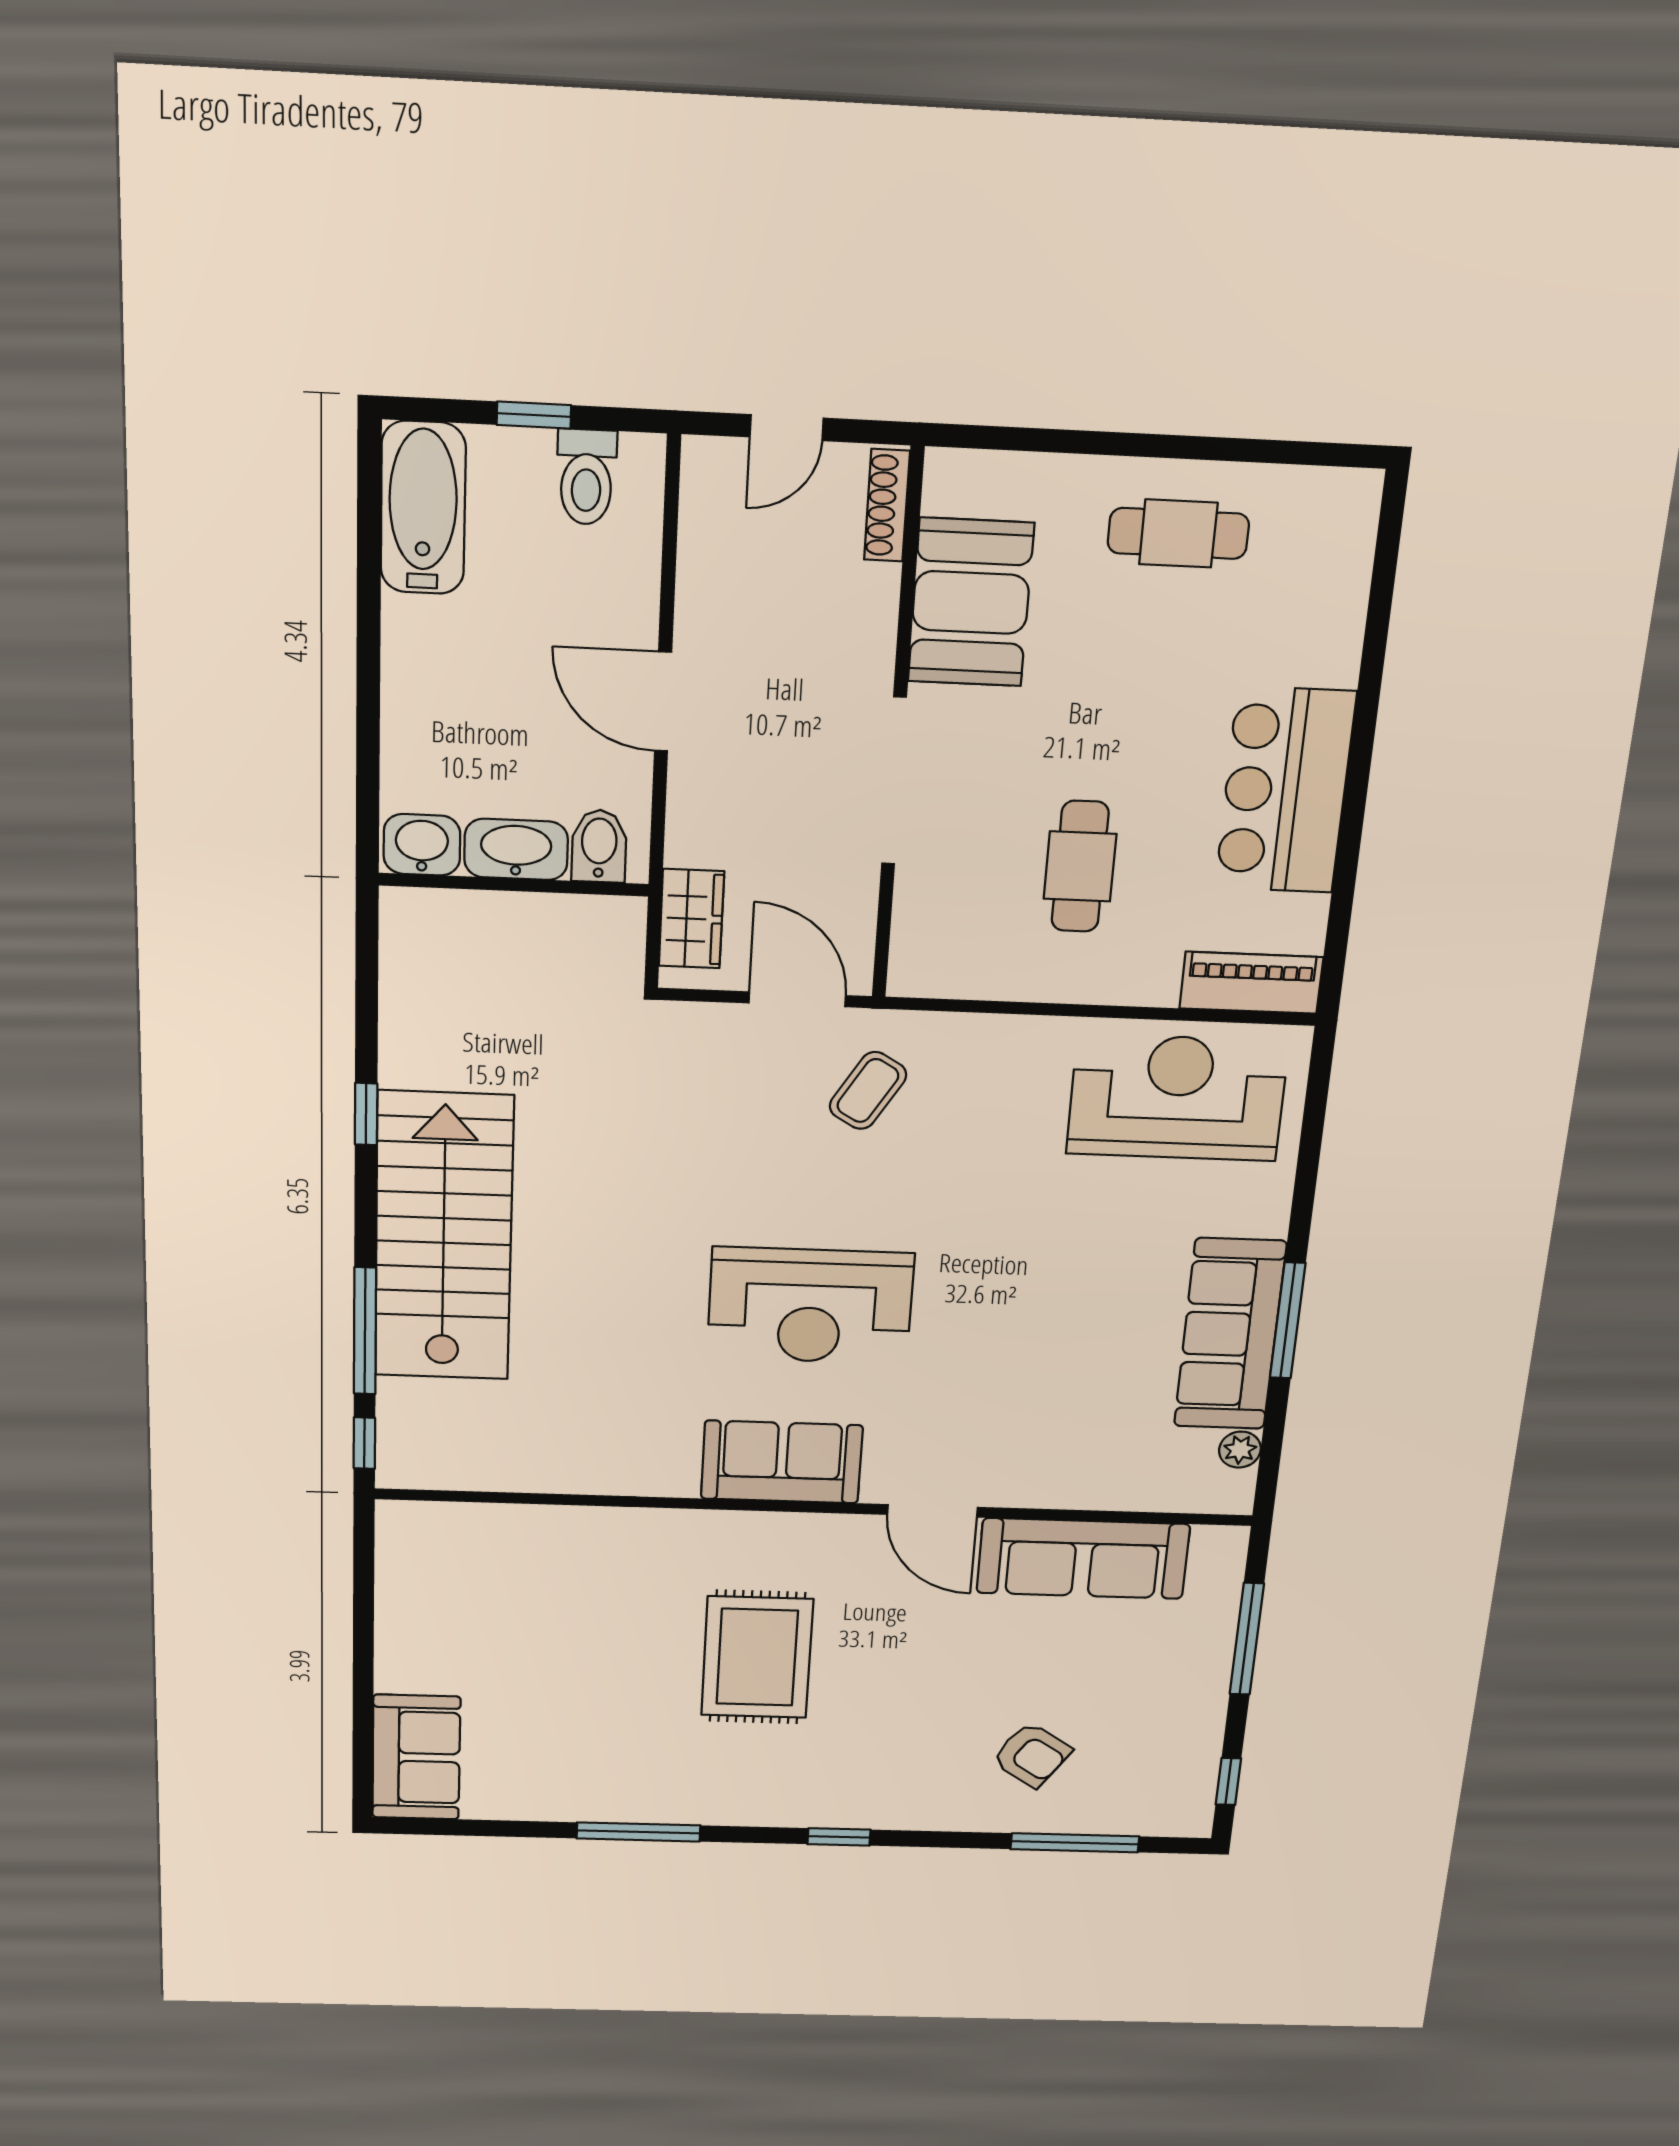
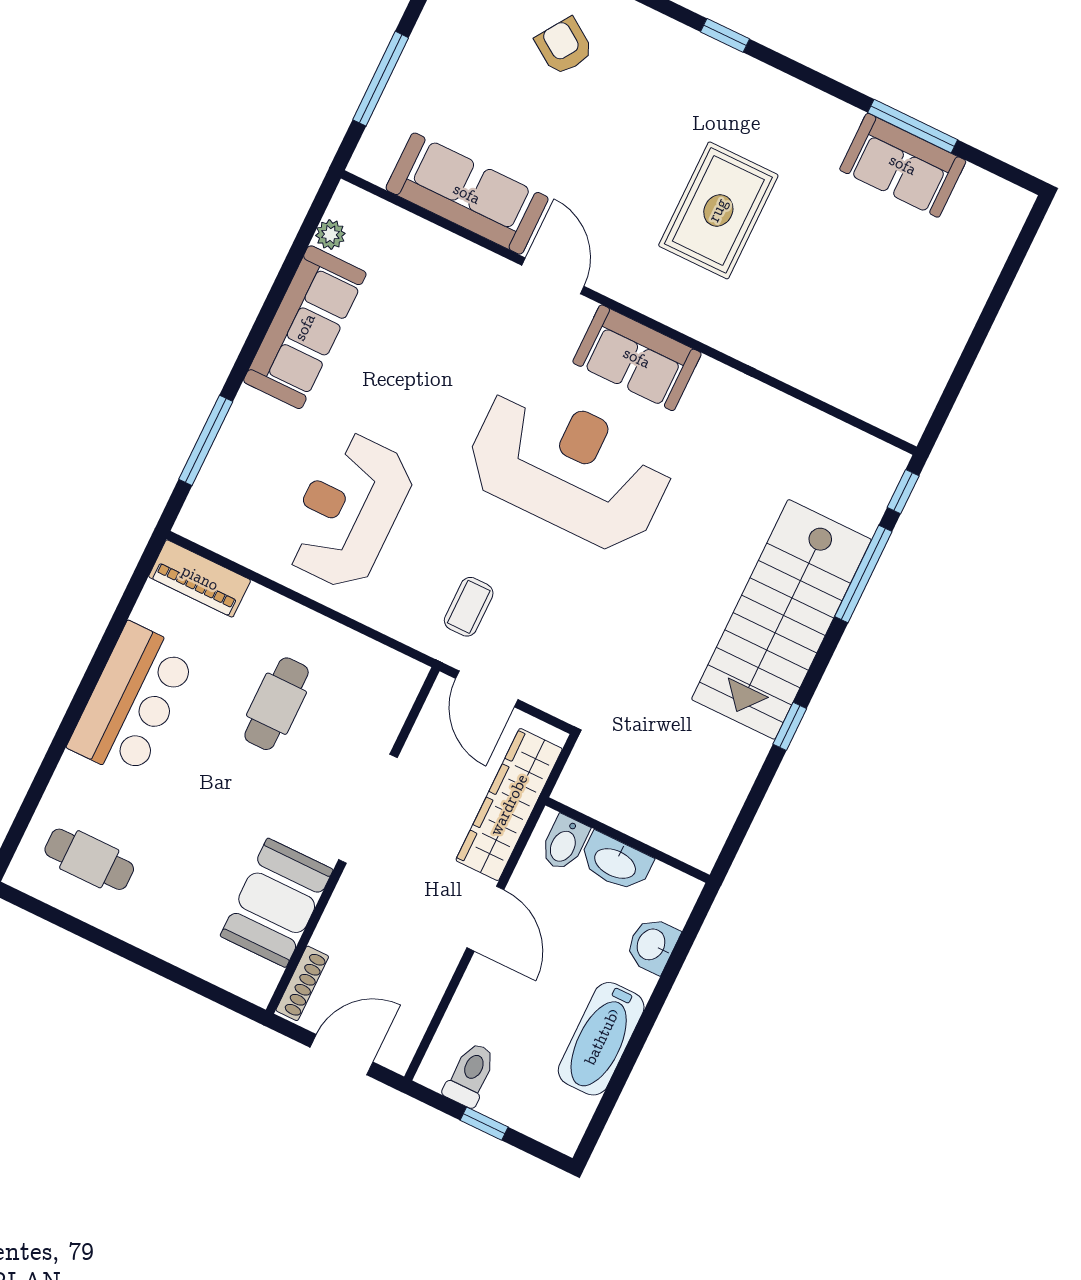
door: (787, 428) -> (342, 1055), width x1.38
bathtub: (423, 508) -> (601, 1039), moved
cafe table: (1178, 533) -> (89, 859), moved
washbasin: (422, 845) -> (652, 945), moved, turned 90
wardrobe: (691, 919) -> (509, 805), width x2.10, depth x1.17
coffee table: (868, 1091) -> (469, 607), turned -31
reception desk: (1177, 1098) -> (348, 511), moved, turned 90
reception desk: (810, 1306) -> (569, 468), width x1.36, depth x1.30
window: (1288, 1321) -> (206, 440), moved
sofa: (416, 1757) -> (903, 165), moved, turned -90
window: (638, 1832) -> (913, 126), moved

